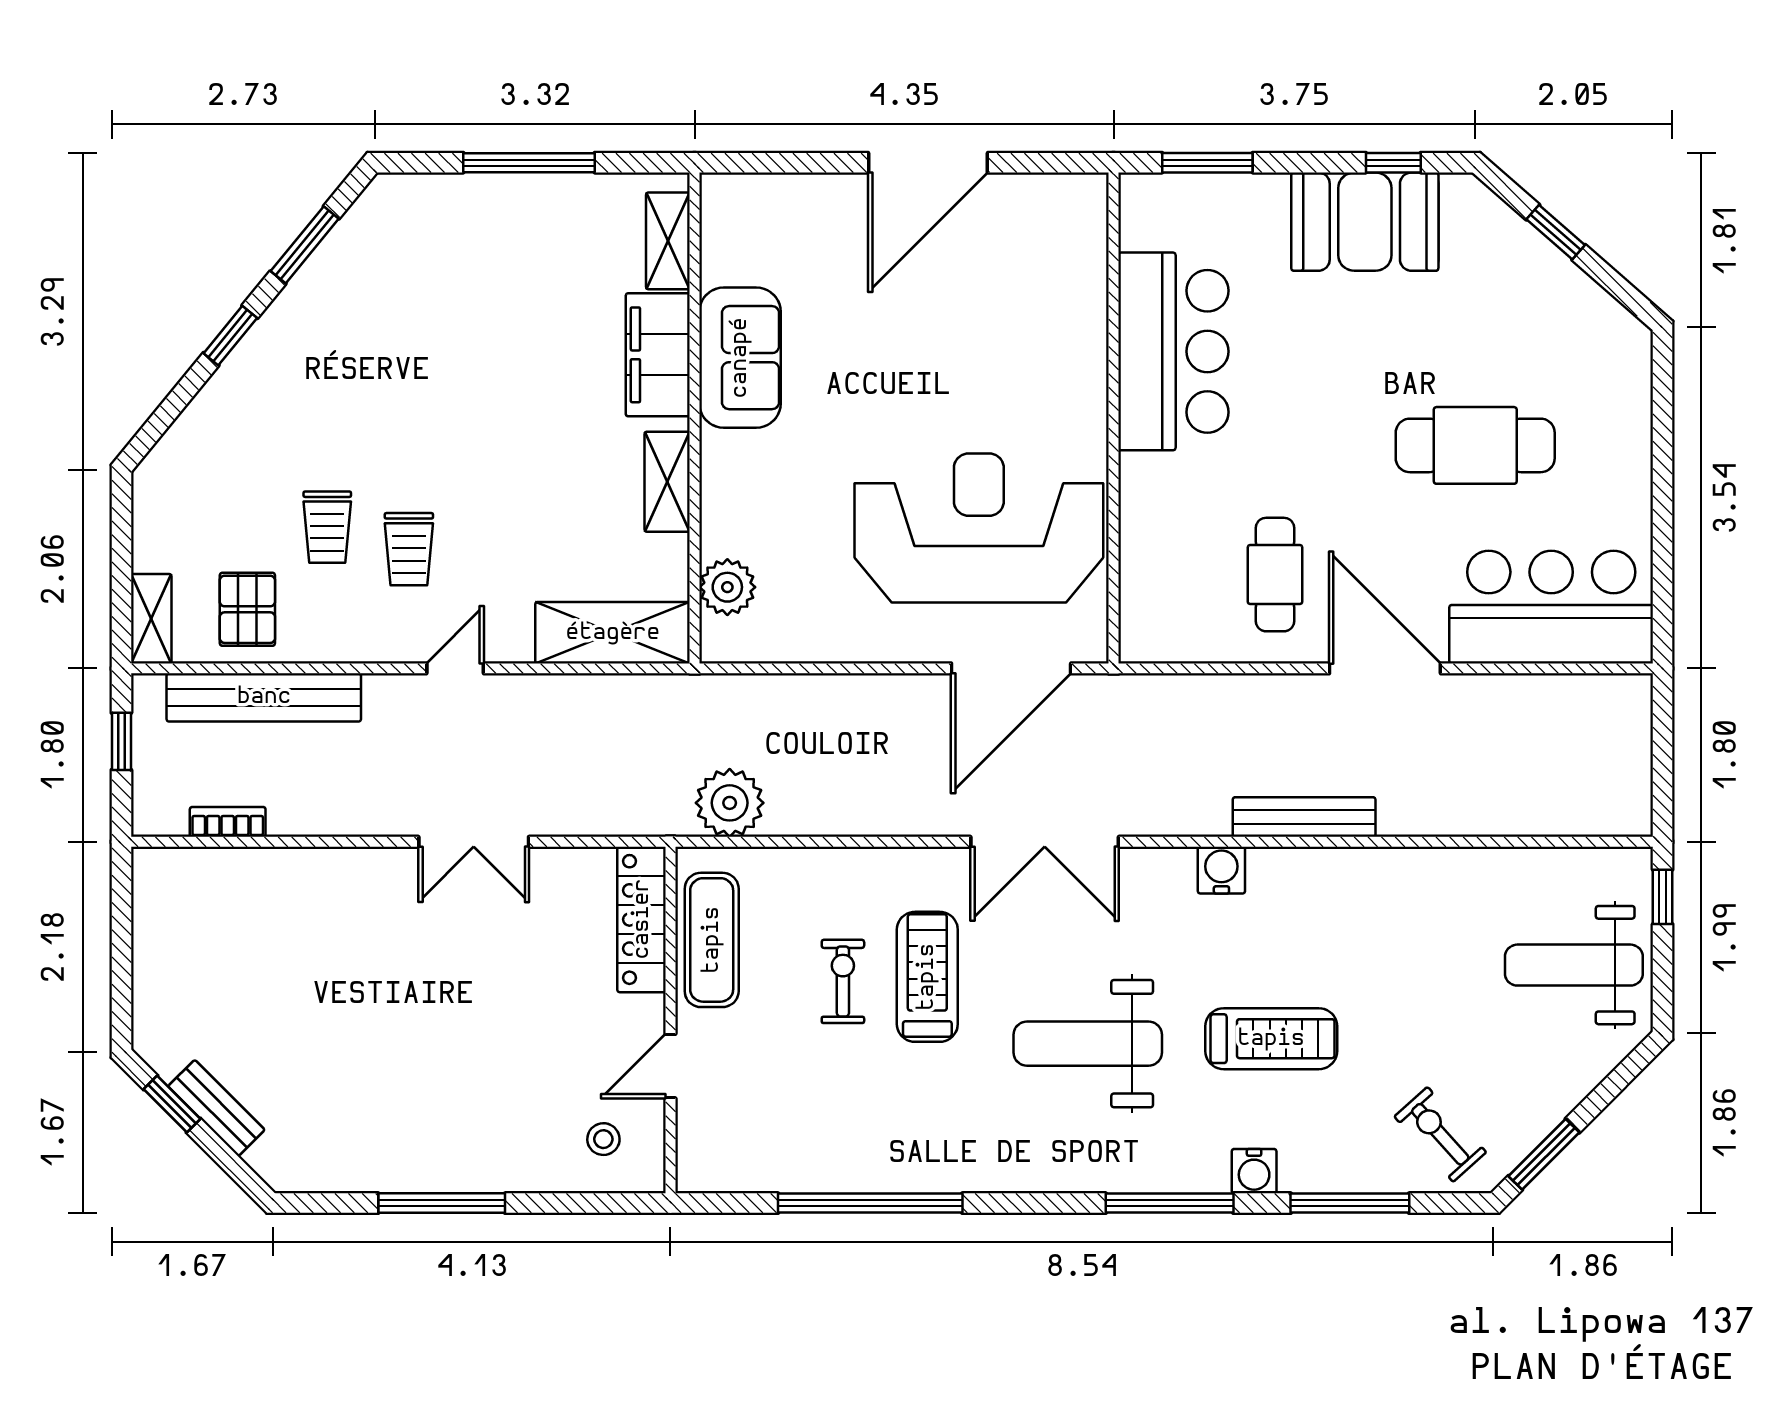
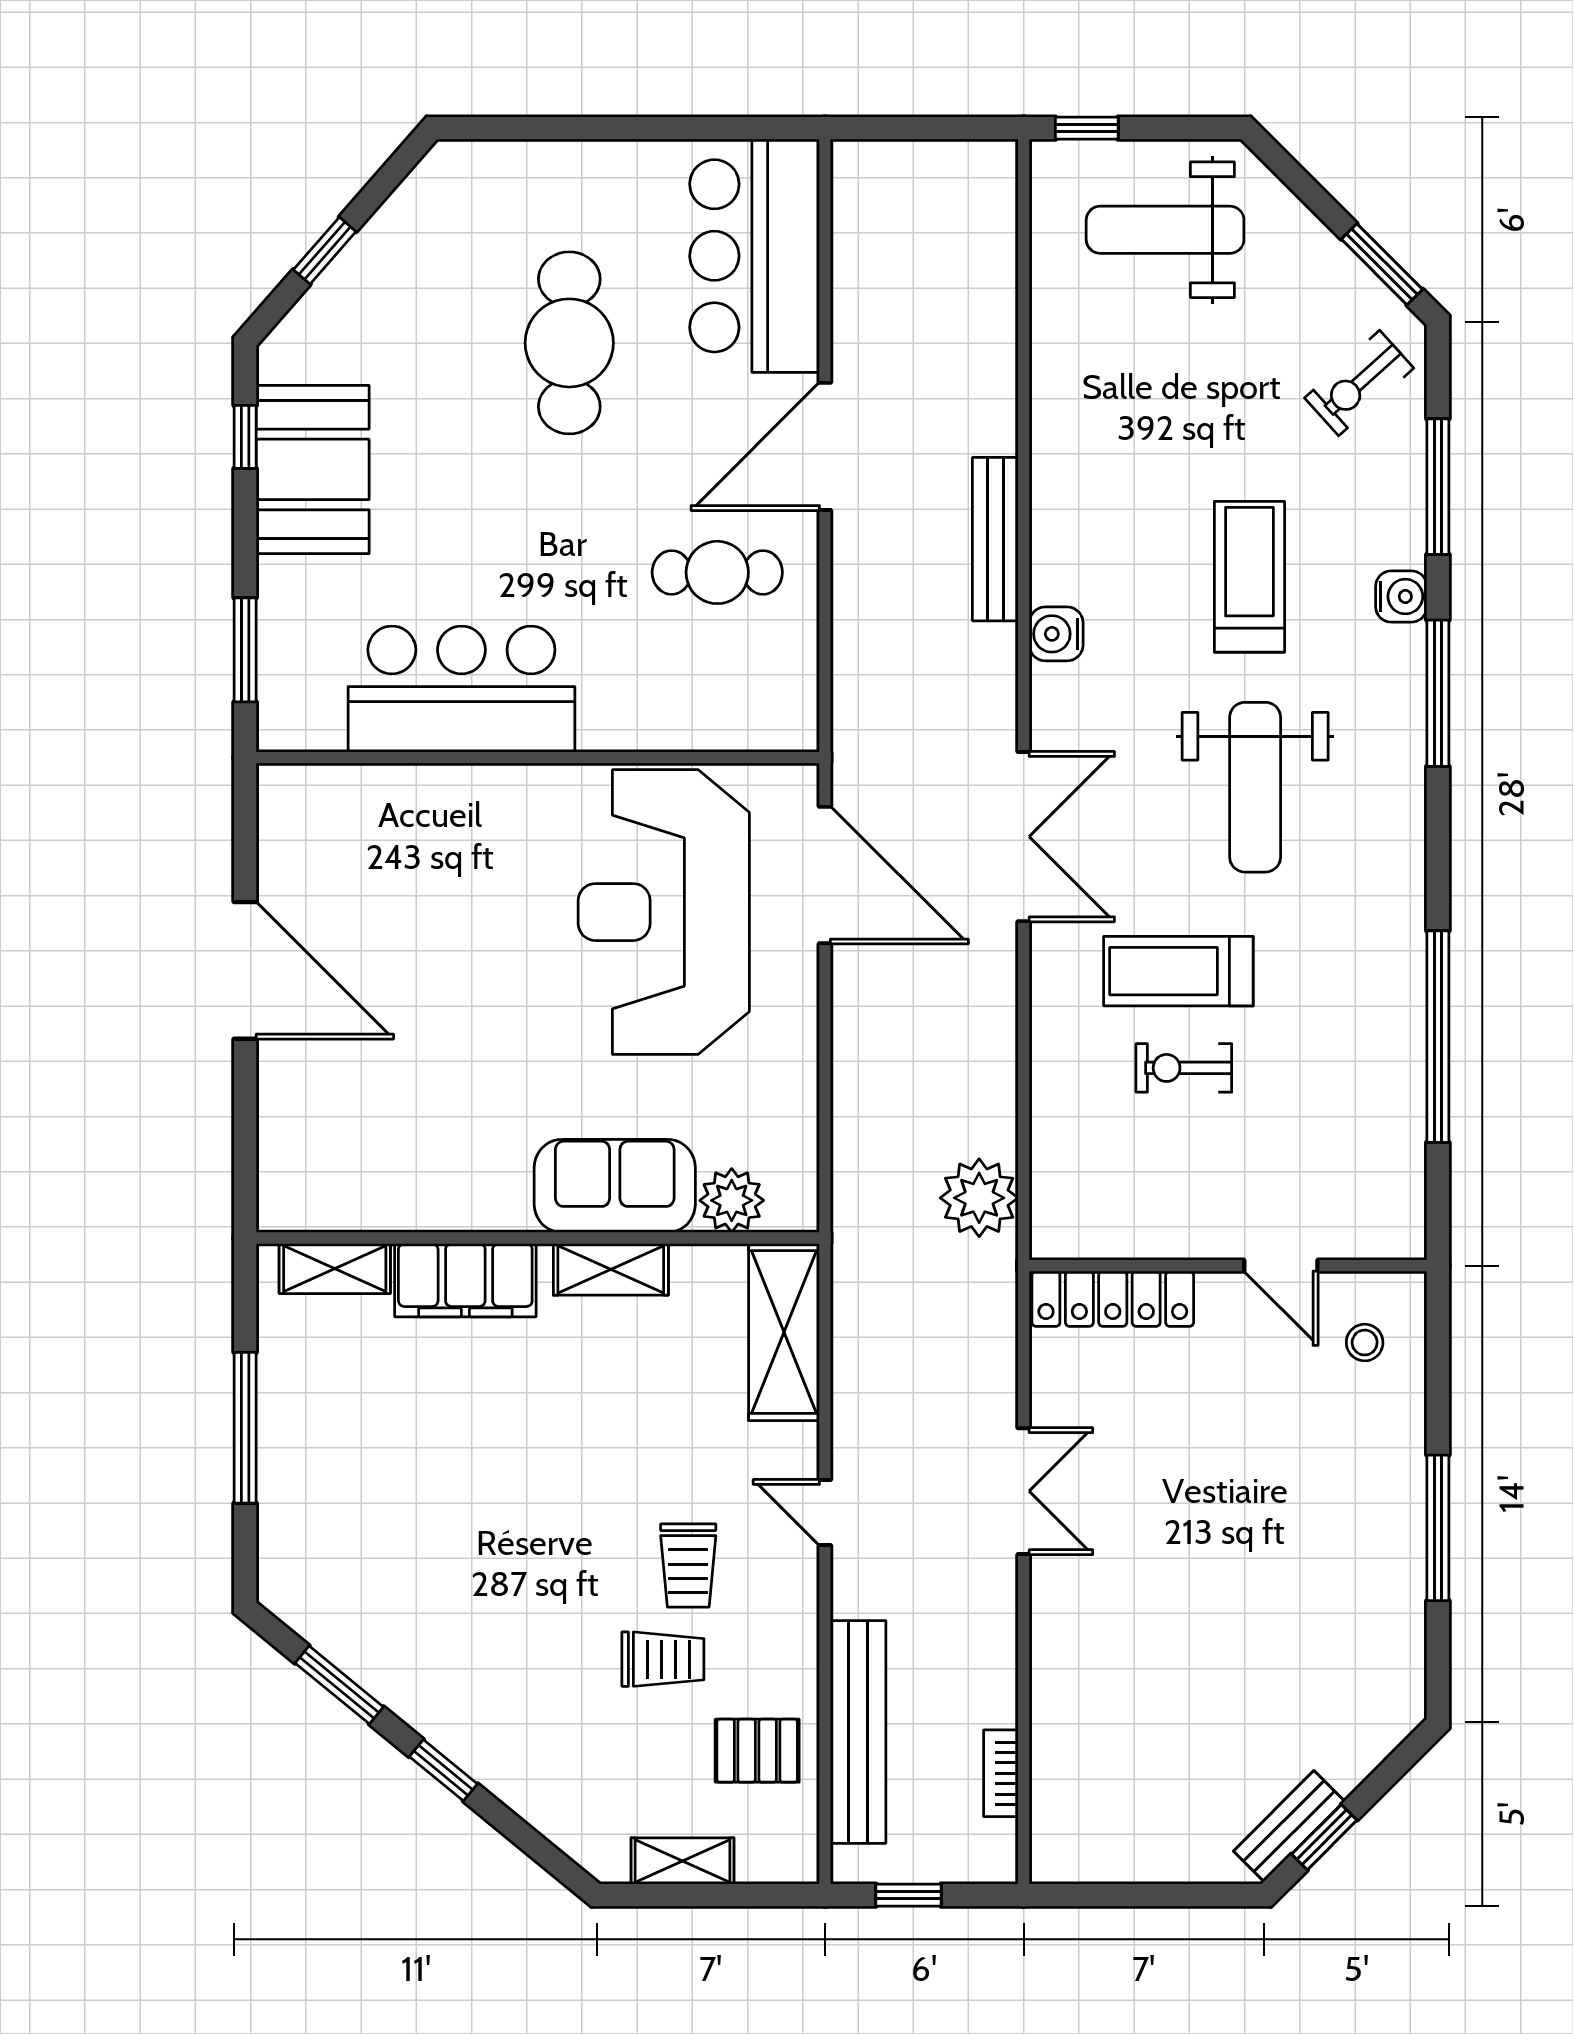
sofa: (740, 358) -> (615, 1186), moved
trolley: (409, 549) -> (688, 1566), turned 90
shelving: (151, 619) -> (683, 1861), moved
exercise mat: (712, 940) -> (1136, 1218), removed
weight bench: (1574, 965) -> (1165, 230), turned 90
bench: (216, 1108) -> (1289, 1826), moved

